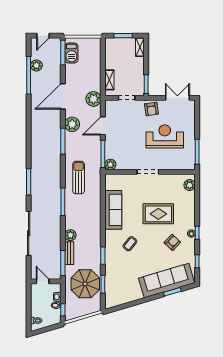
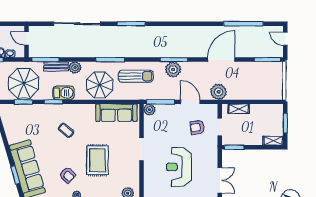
barbecue: (71, 53) -> (63, 93), moved, turned 180
plant: (36, 65) -> (254, 32), removed
door: (63, 96) -> (221, 60), hinge flipped
armchair: (151, 109) -> (197, 127), moved
plant: (72, 124) -> (173, 69), moved
reception desk: (165, 136) -> (179, 167), turned 180
sofa: (113, 210) -> (116, 113), moved
parasol: (87, 212) -> (100, 85), added
door: (43, 281) -> (26, 38), swing flipped

